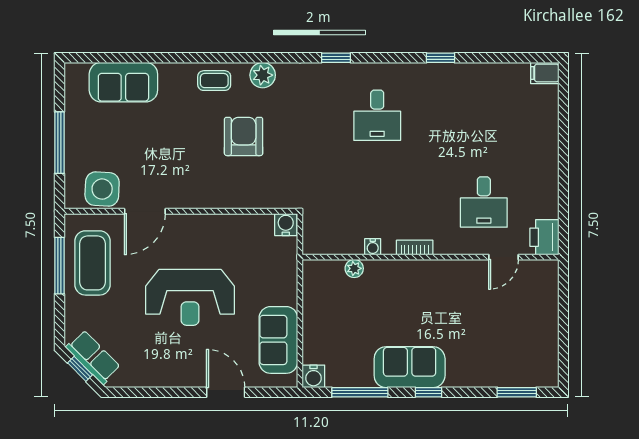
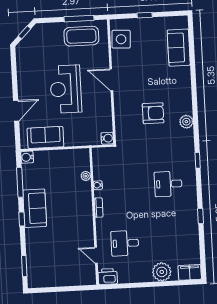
filing cabinet: (545, 73) -> (190, 272), width x2.00
coffee table: (214, 81) -> (182, 96), removed
plant: (541, 136) -> (162, 272), added
window: (59, 143) -> (145, 15), width x0.46
door: (145, 211) -> (111, 80), moved
row of seats: (93, 357) -> (31, 39), removed

